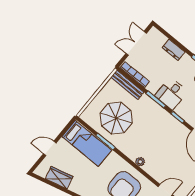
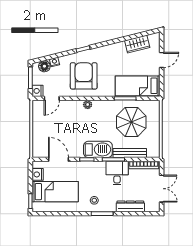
dresser: (174, 50) -> (130, 206), width x1.44
bench: (127, 85) -> (130, 153), moved
desk: (171, 94) -> (117, 173), moved
barbecue: (162, 118) -> (98, 149), added

